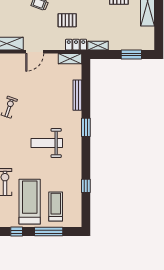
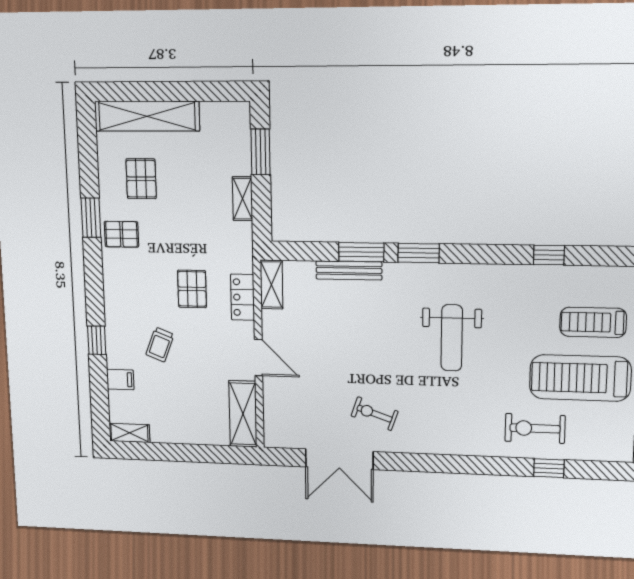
locker: (76, 45) -> (243, 297), moved
shelving: (98, 46) -> (243, 199), moved
window: (86, 101) -> (361, 252), added

